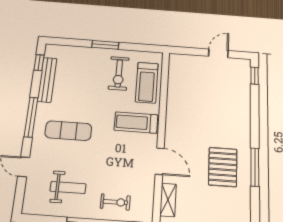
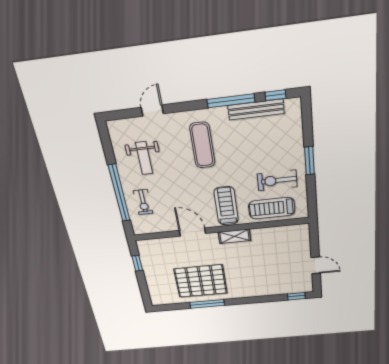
window: (31, 117) -> (231, 101), moved
door: (160, 161) -> (192, 232), swing flipped
pallet: (223, 167) -> (201, 281), width x1.37, depth x1.41
shelving: (168, 200) -> (234, 236), moved

